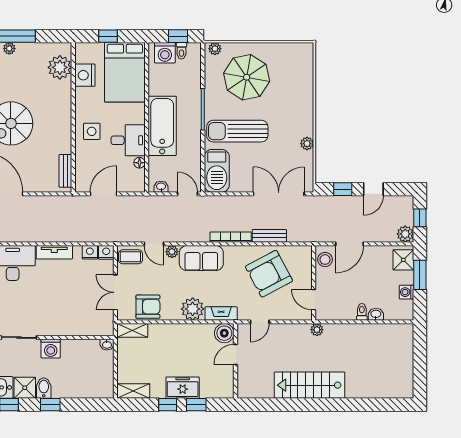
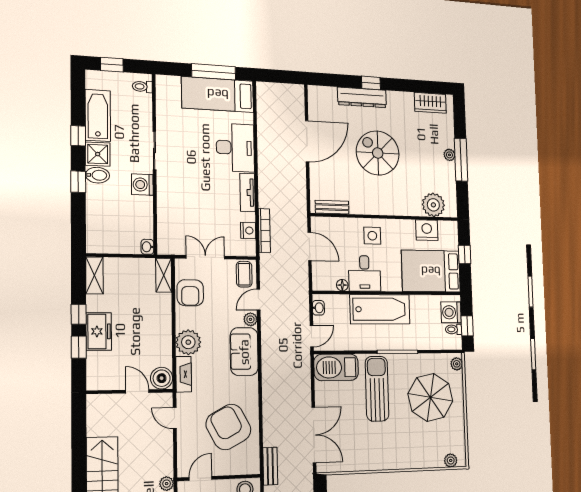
plant: (307, 144) -> (451, 460), moved
bench: (269, 236) -> (270, 466), moved
bookcase: (231, 237) -> (264, 231), moved
nightstand: (106, 252) -> (248, 248), removed

